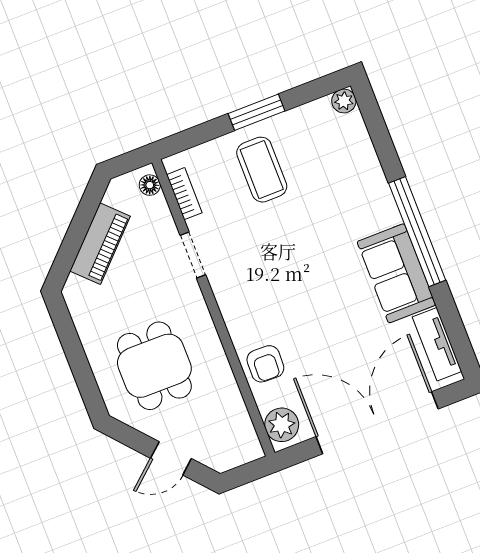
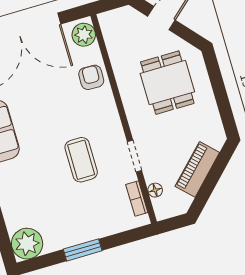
plant: (344, 101) -> (27, 244), width x1.87, depth x1.87
coffee table: (262, 170) -> (81, 160), moved
floor lamp: (150, 185) -> (155, 190), moved

